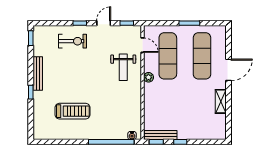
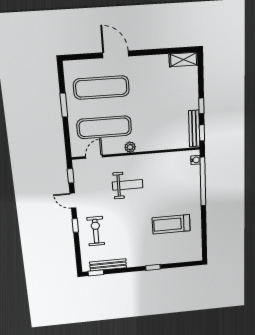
weight bench: (123, 67) -> (128, 185), moved
bench: (38, 74) -> (108, 265), moved
shelving: (221, 101) -> (184, 59), moved
treadmill: (72, 111) -> (171, 224), turned -90

